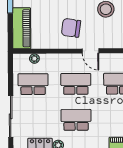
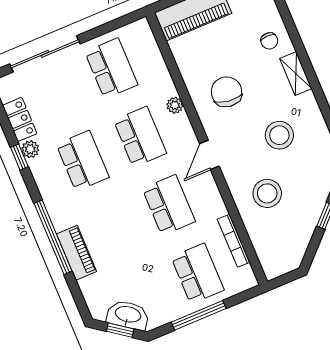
door: (91, 51) -> (209, 155), moved
plant: (34, 59) -> (175, 105), moved

